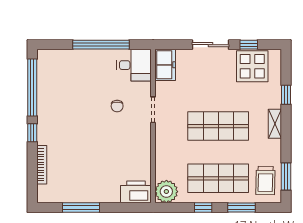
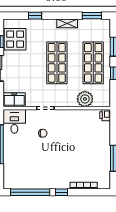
shelving: (275, 124) -> (67, 23), moved
trolley: (265, 181) -> (95, 30), removed
printer: (136, 192) -> (105, 115), width x0.53, depth x0.68
plant: (166, 192) -> (85, 99), moved

